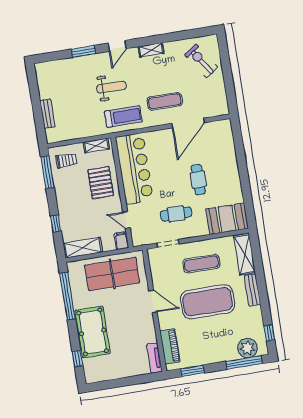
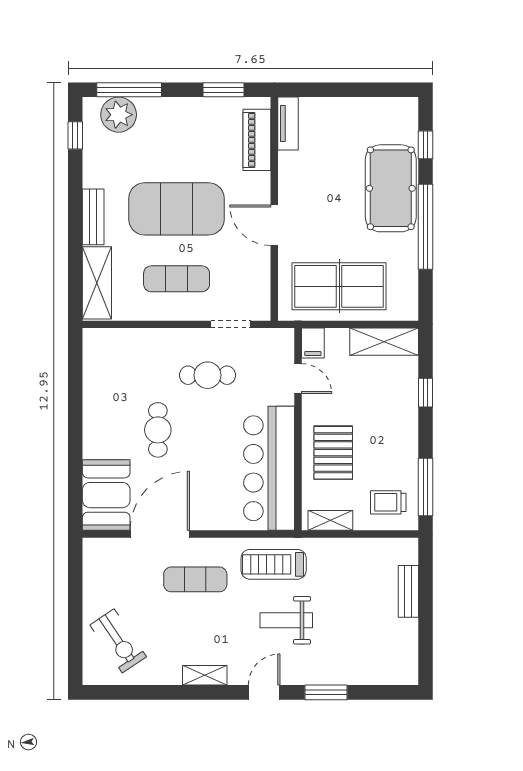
booth: (227, 219) -> (106, 495), moved, turned 90
window: (67, 296) -> (425, 227), moved

